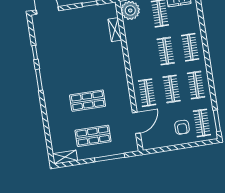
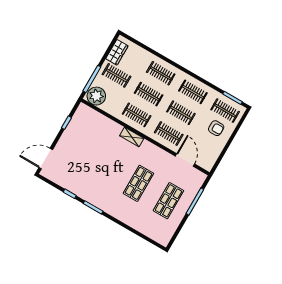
shelving: (115, 30) -> (132, 137), moved
clothes rail: (141, 55) -> (137, 115), added
shelving: (65, 157) -> (167, 235), removed

